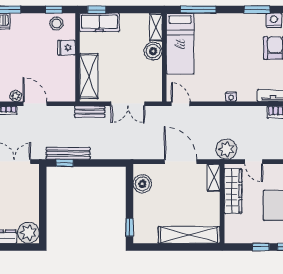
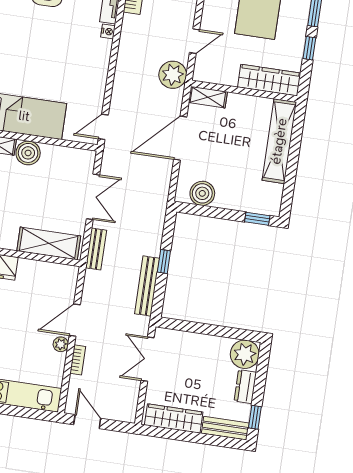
nightstand: (231, 97) -> (108, 31), moved
window: (65, 163) -> (164, 262), moved
wardrobe: (233, 191) -> (269, 80), moved

